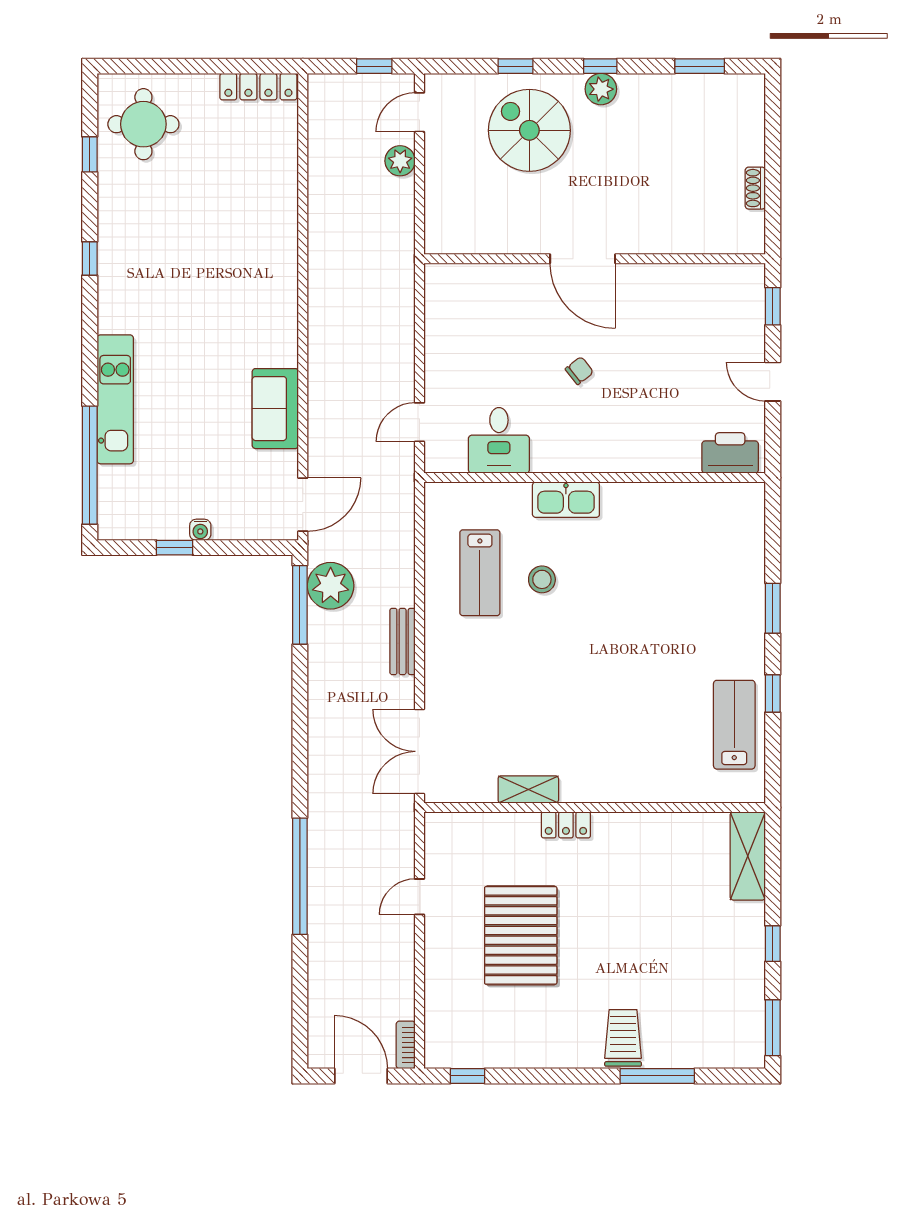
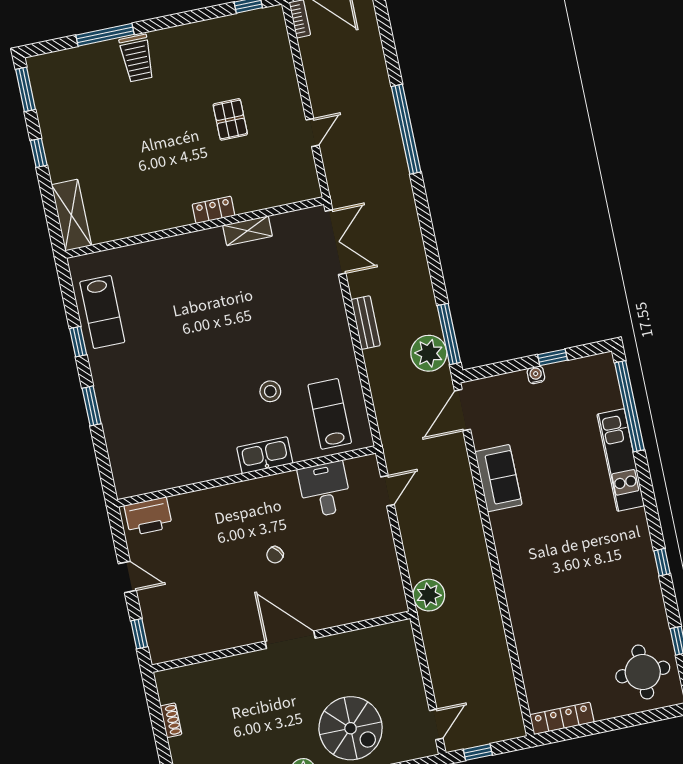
plant: (400, 161) -> (429, 595), moved, width x1.36, depth x1.36
lab bench: (480, 573) -> (330, 414), moved
pallet: (521, 935) -> (230, 119), width x0.49, depth x0.50

